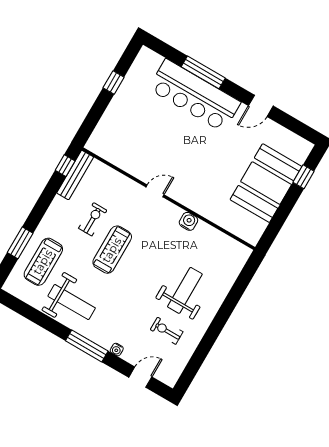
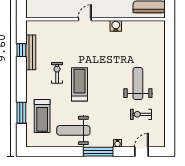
door: (155, 191) -> (85, 19), moved
wall: (168, 199) -> (96, 19), moved
water cooler: (188, 221) -> (116, 26), moved
weight bench: (72, 302) -> (73, 130), turned 180

